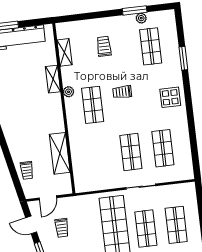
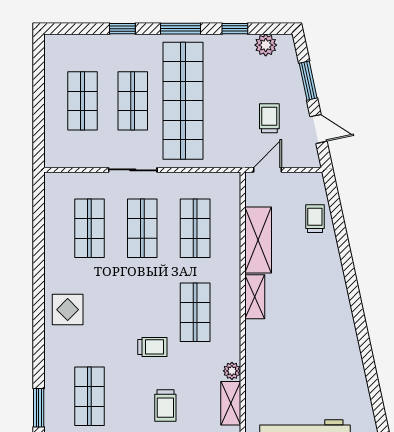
window: (183, 58) -> (39, 408), moved
shelving: (53, 79) -> (255, 297), moved
plant: (69, 92) -> (232, 371), moved
trolley: (122, 92) -> (152, 347), moved
shop shelf: (99, 156) -> (195, 228), added
door: (48, 198) -> (268, 170), moved

